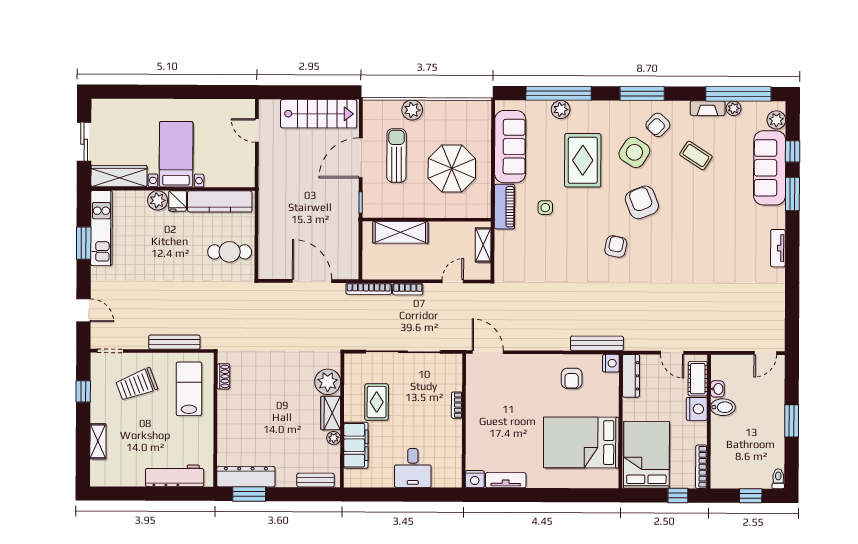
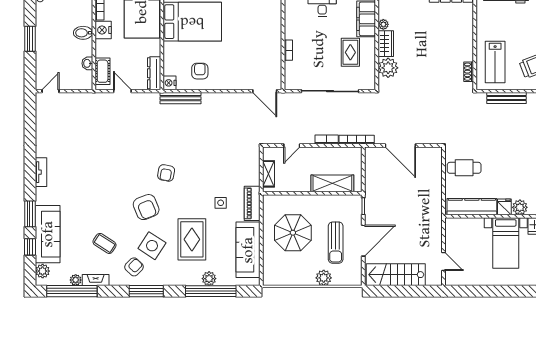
bidet: (723, 407) -> (83, 33), moved
nightstand: (697, 409) -> (103, 30), moved

